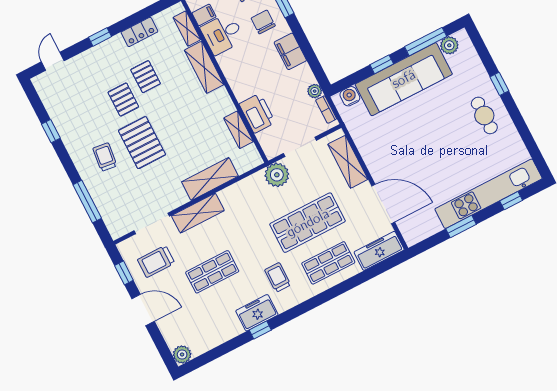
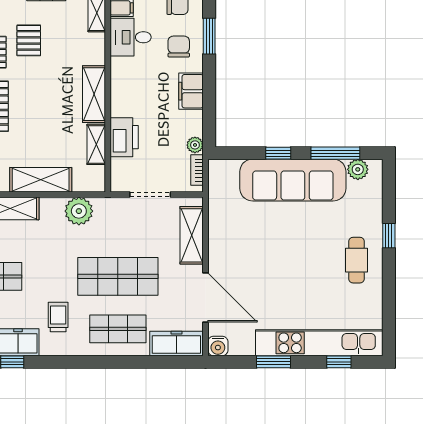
shelving: (204, 67) -> (94, 94), moved
water cooler: (350, 96) -> (218, 346), moved, turned 180
plant: (277, 175) -> (79, 211), moved

